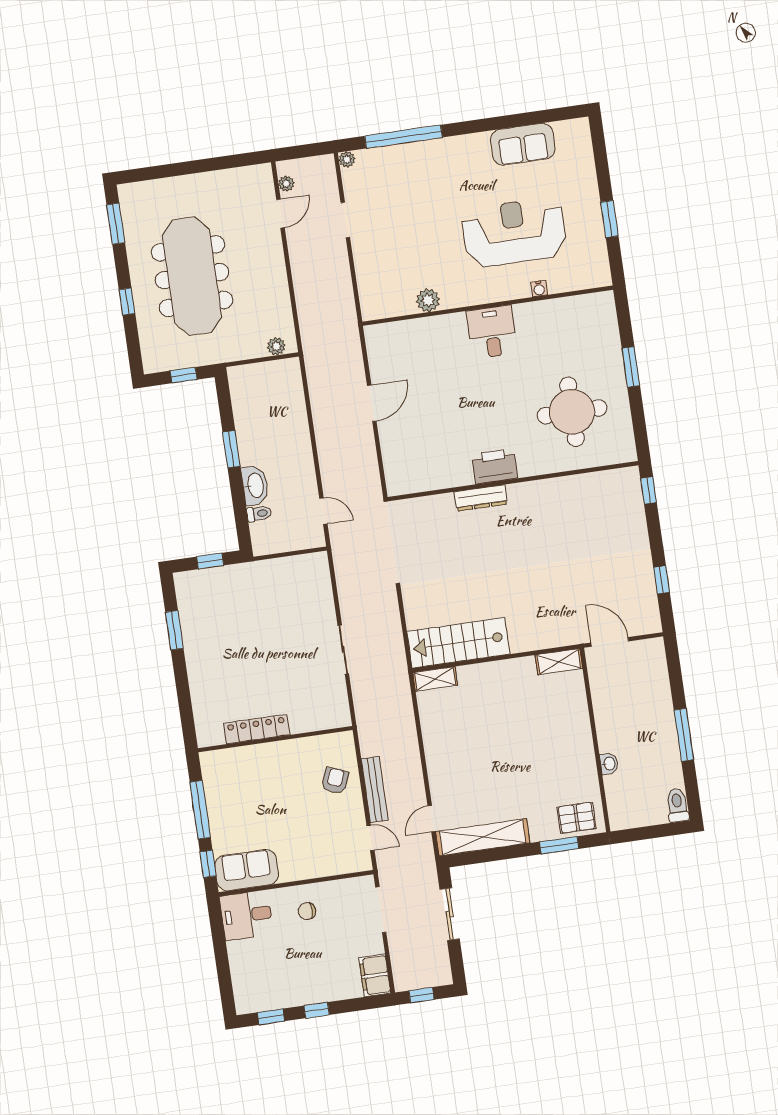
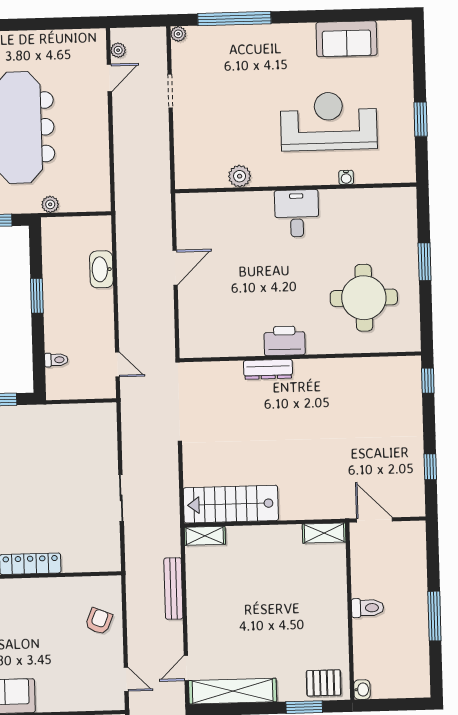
plant: (276, 346) -> (50, 204), moved
washbasin: (255, 485) -> (101, 269), moved, turned 180
washbasin: (609, 764) -> (362, 690), moved
bench: (375, 789) -> (173, 588), moved
toilet: (677, 805) -> (368, 608), moved, turned 90

